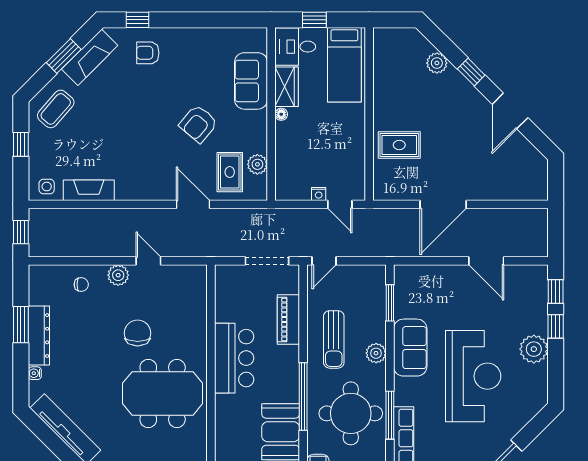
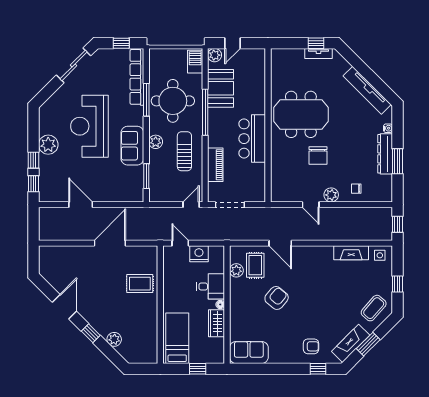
desk: (295, 47) -> (211, 286), moved
sofa: (251, 81) -> (249, 352), moved, turned -90
nightstand: (319, 194) -> (199, 254), width x1.89, depth x1.79

